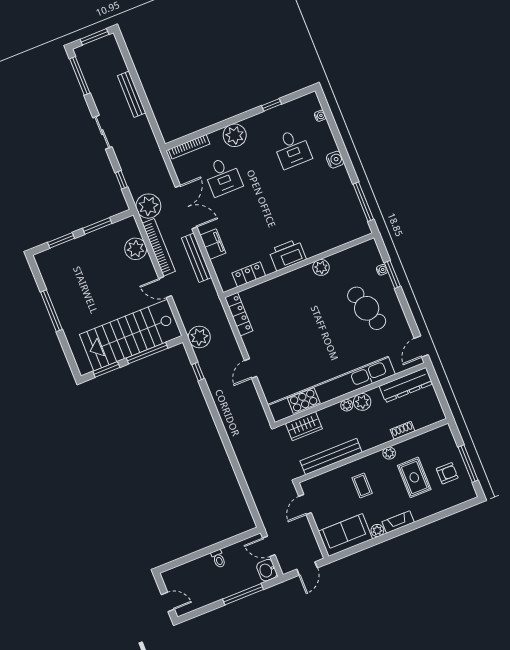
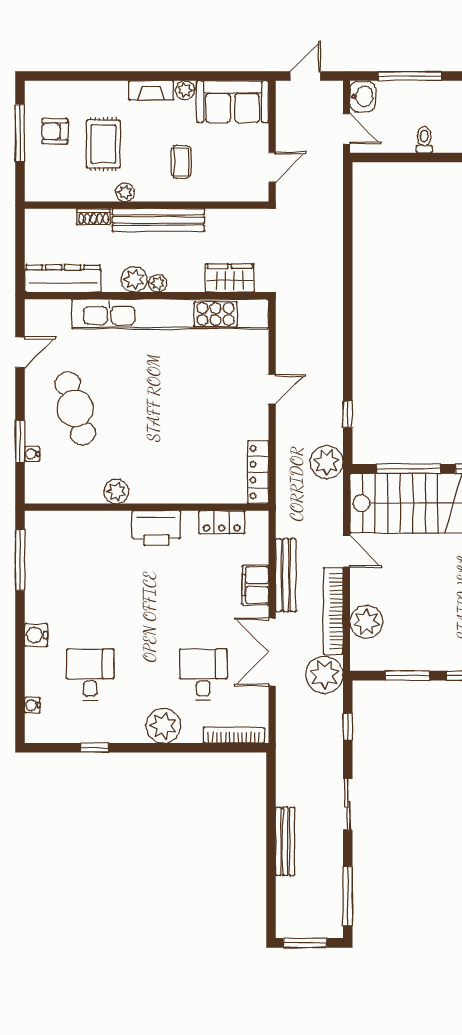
door: (421, 347) -> (20, 352), moved
bench: (331, 457) -> (158, 220), moved

